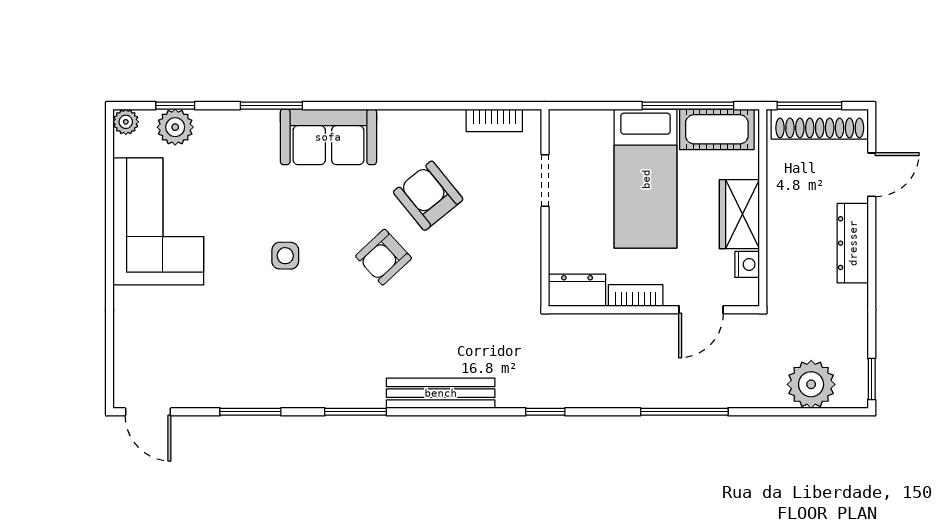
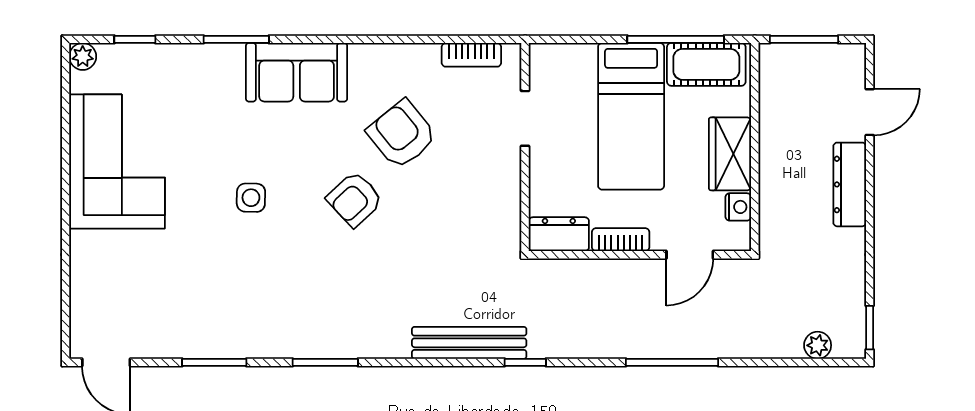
shoe rack: (820, 124) -> (815, 59), removed
plant: (175, 127) -> (135, 62), removed
plant: (811, 384) -> (818, 345), width x0.53, depth x0.53
bench: (441, 393) -> (469, 343), moved

